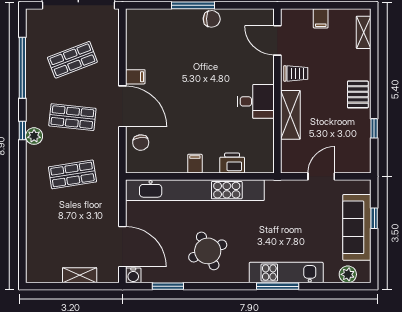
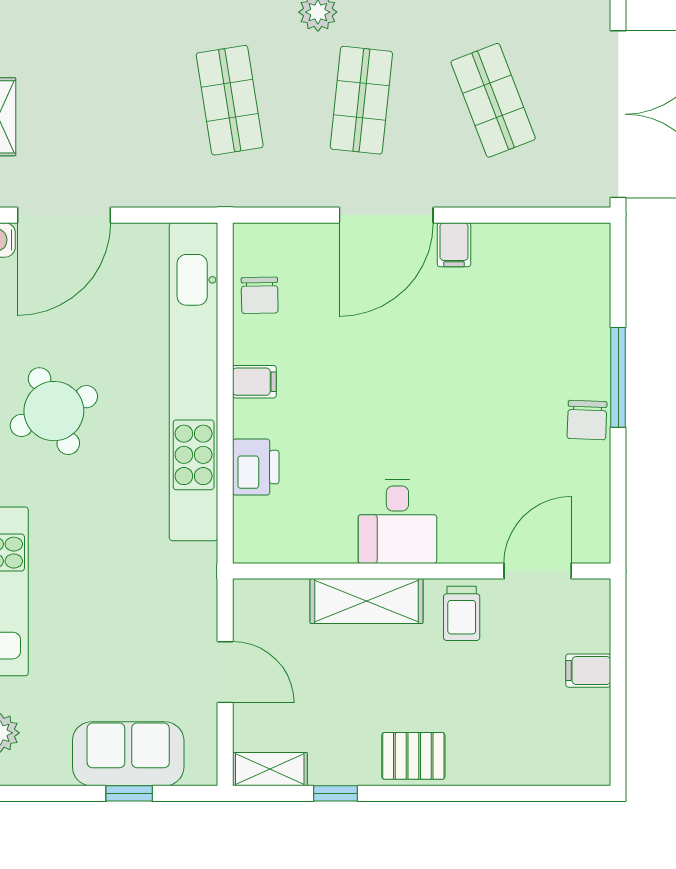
shelving: (364, 32) -> (270, 769), moved
chair: (141, 143) -> (260, 295), moved, turned -85
sofa: (357, 227) -> (128, 754), width x0.73

